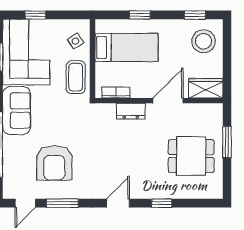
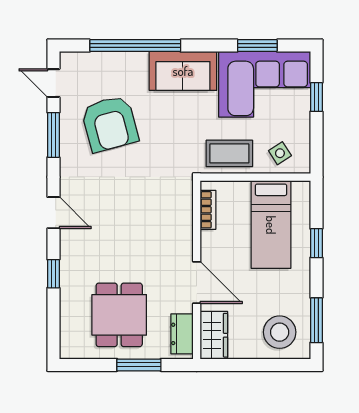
window: (195, 15) -> (316, 320), width x1.50
dresser: (131, 111) -> (182, 334), moved
armchair: (54, 163) -> (110, 124), turned -105

